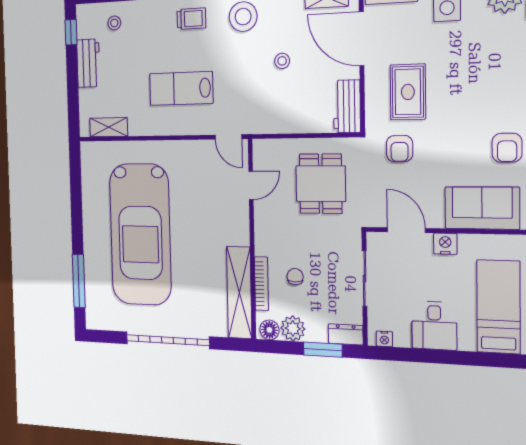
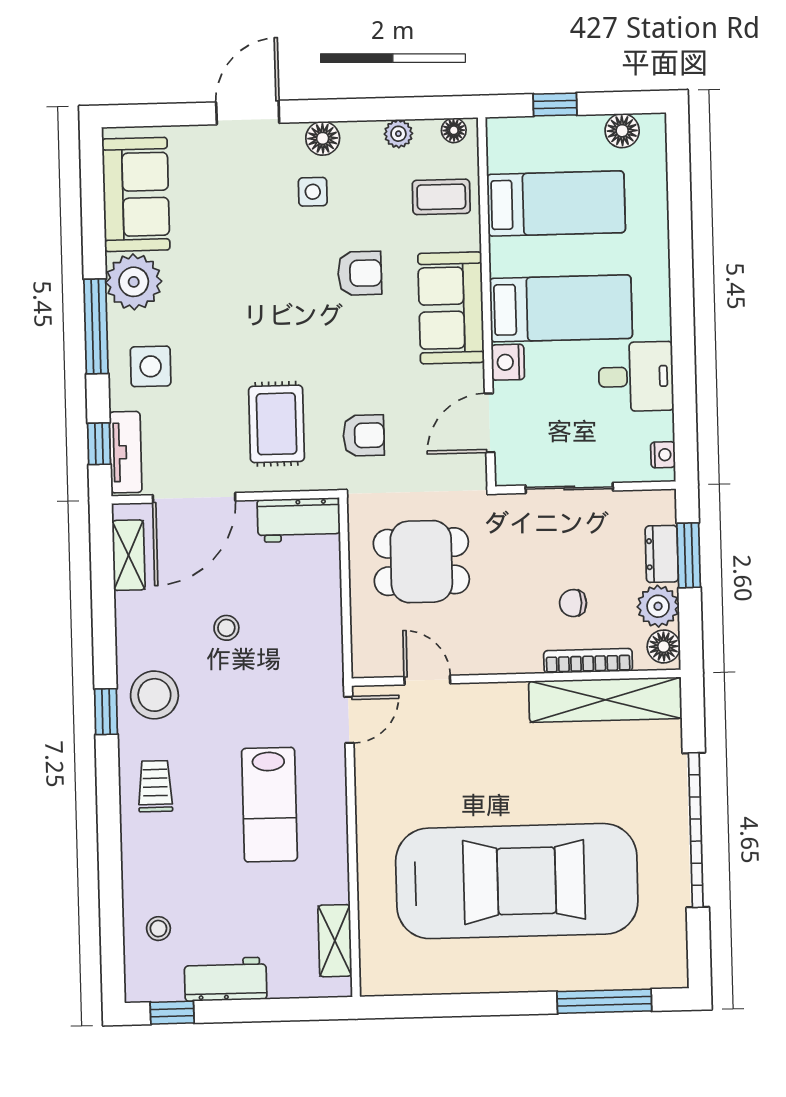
rug: (408, 92) -> (276, 424), turned 90
bed: (498, 307) -> (561, 308), moved, turned 180
dresser: (346, 334) -> (662, 554), moved

